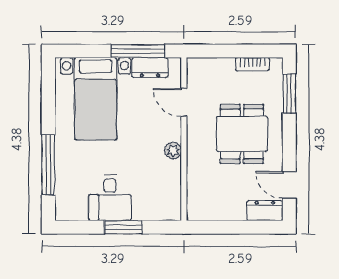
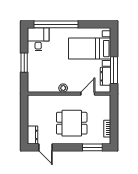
window: (48, 165) -> (56, 24), width x1.46
door: (289, 185) -> (46, 147), swing flipped
desk: (110, 198) -> (38, 39), moved, turned 90

